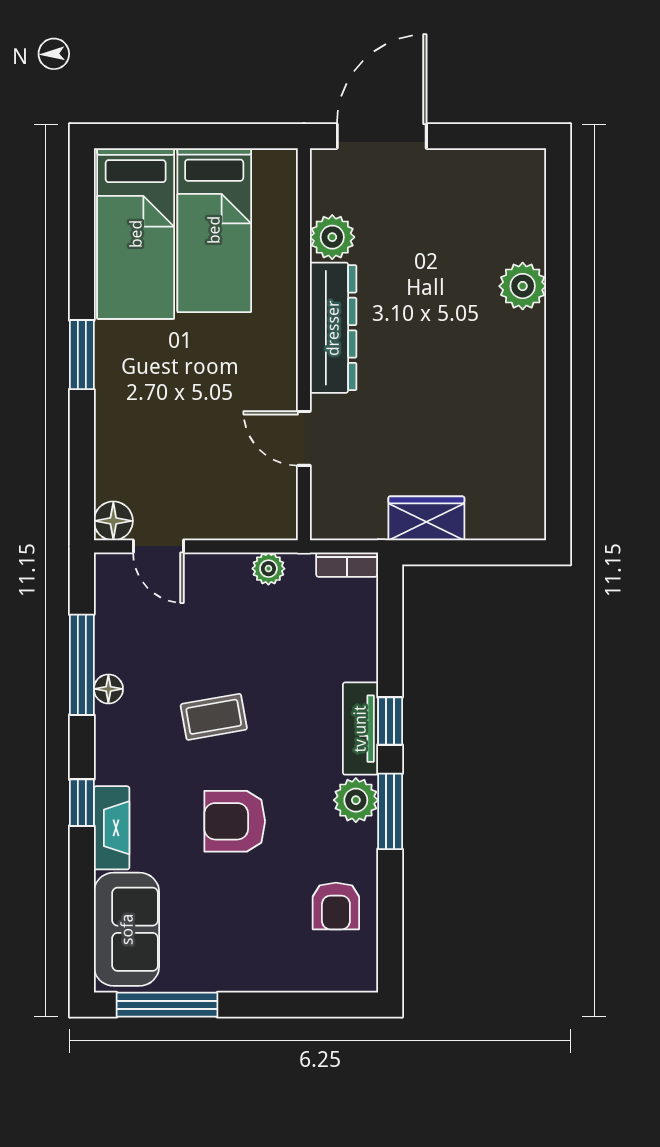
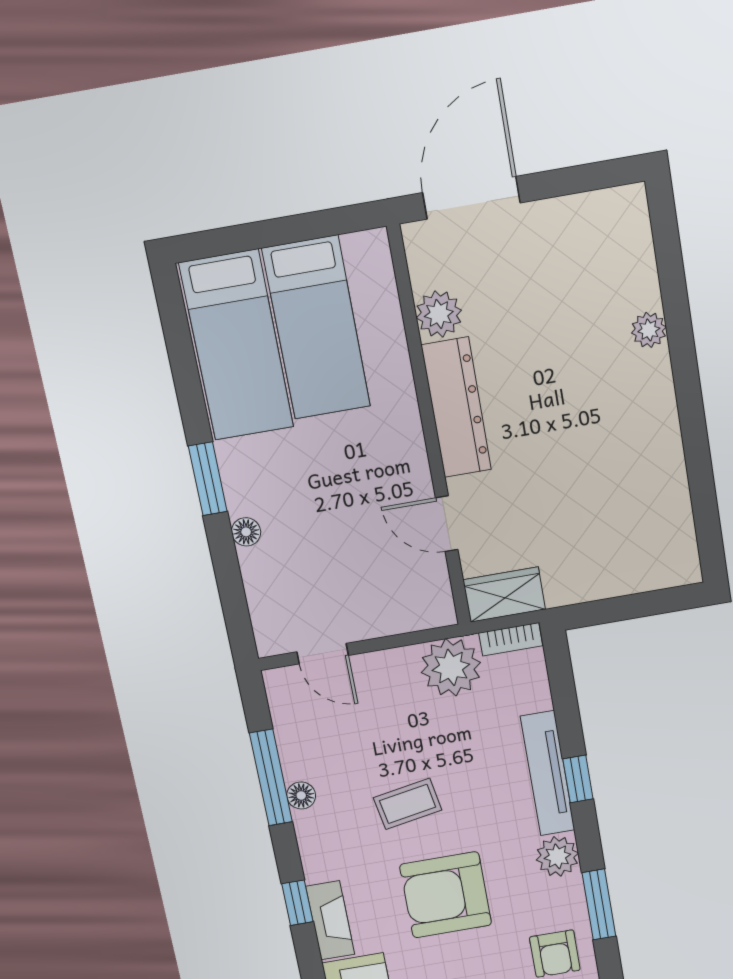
plant: (523, 286) -> (649, 330), width x0.73, depth x0.73
wardrobe: (426, 518) -> (504, 595), moved
floor lamp: (113, 521) -> (246, 532), moved, width x0.73, depth x0.73
plant: (268, 569) -> (451, 667), width x1.88, depth x1.88
tv unit: (360, 729) -> (548, 773), width x1.41
window: (390, 811) -> (599, 904), moved
armchair: (235, 821) -> (446, 895), width x1.36, depth x1.36

